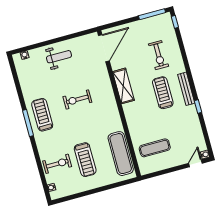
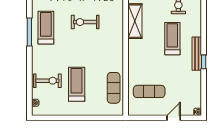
bench: (186, 89) -> (197, 54), moved
exercise mat: (121, 154) -> (114, 88), width x0.73, depth x0.69
treadmill: (85, 160) -> (77, 84), turned 180
door: (195, 163) -> (174, 118), moved

